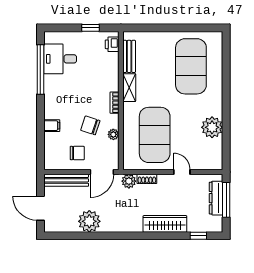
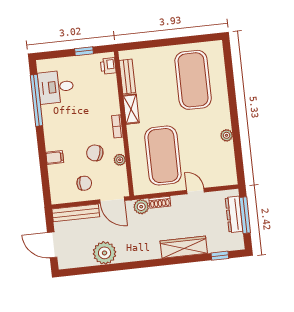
plant: (212, 127) -> (227, 135), width x0.53, depth x0.53
door: (102, 172) -> (112, 200), hinge flipped

